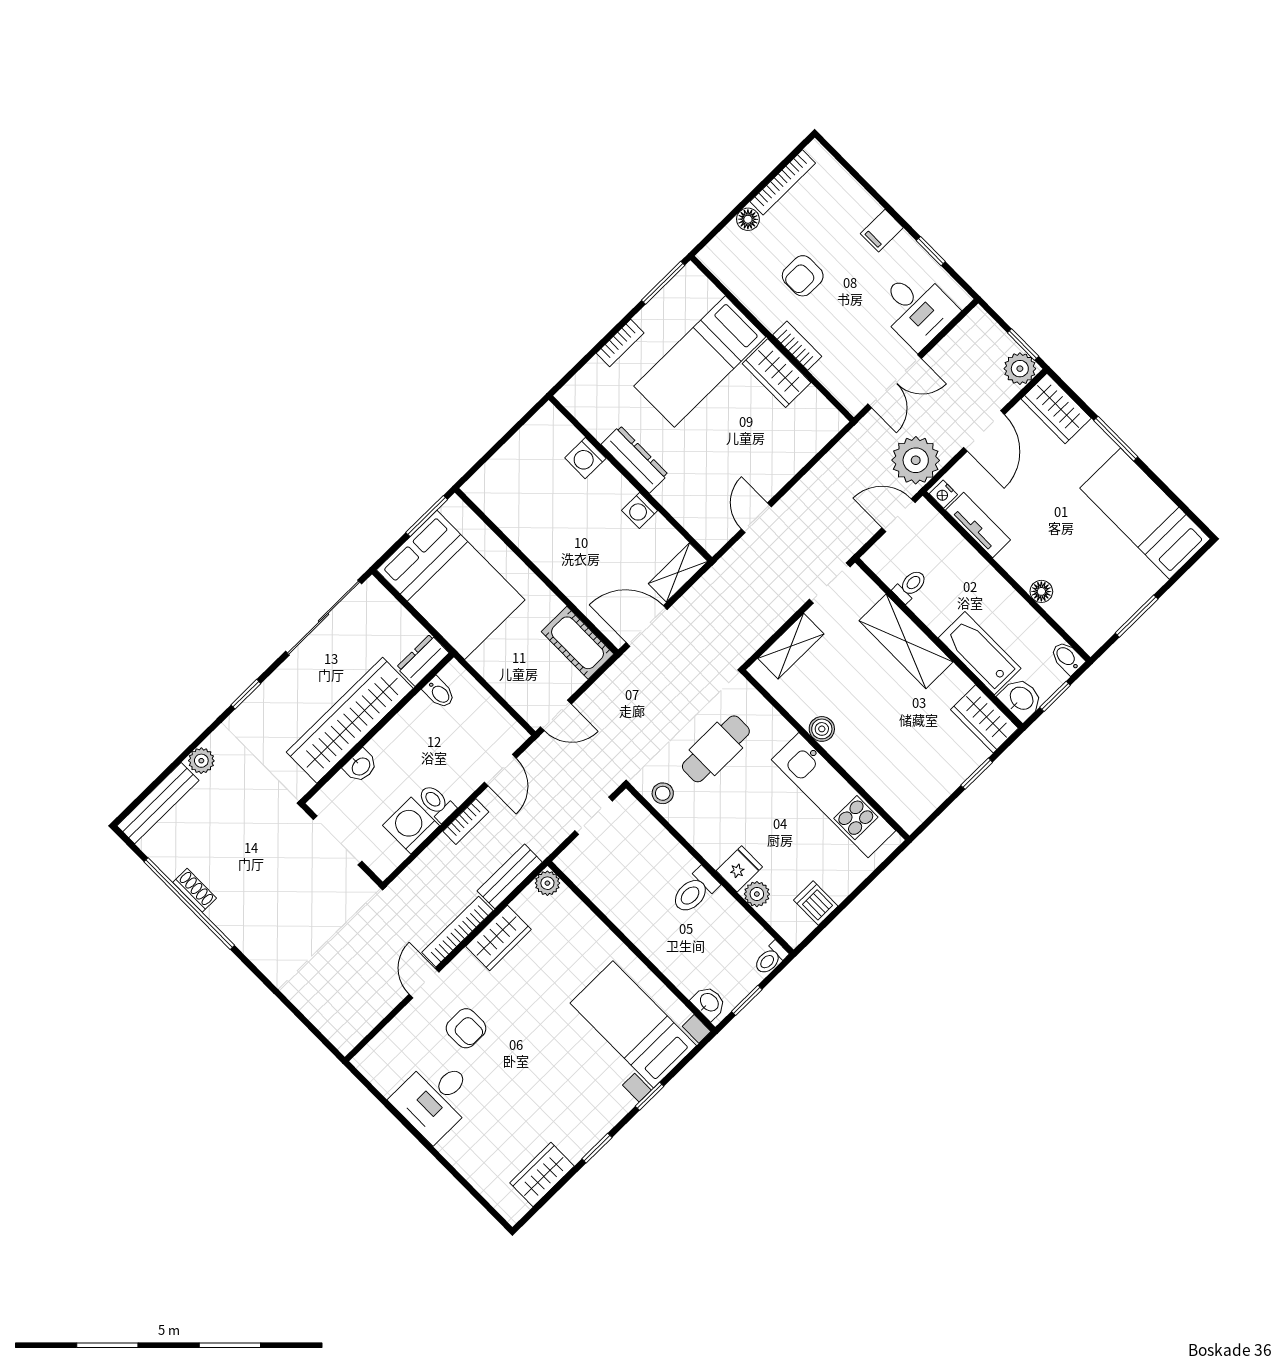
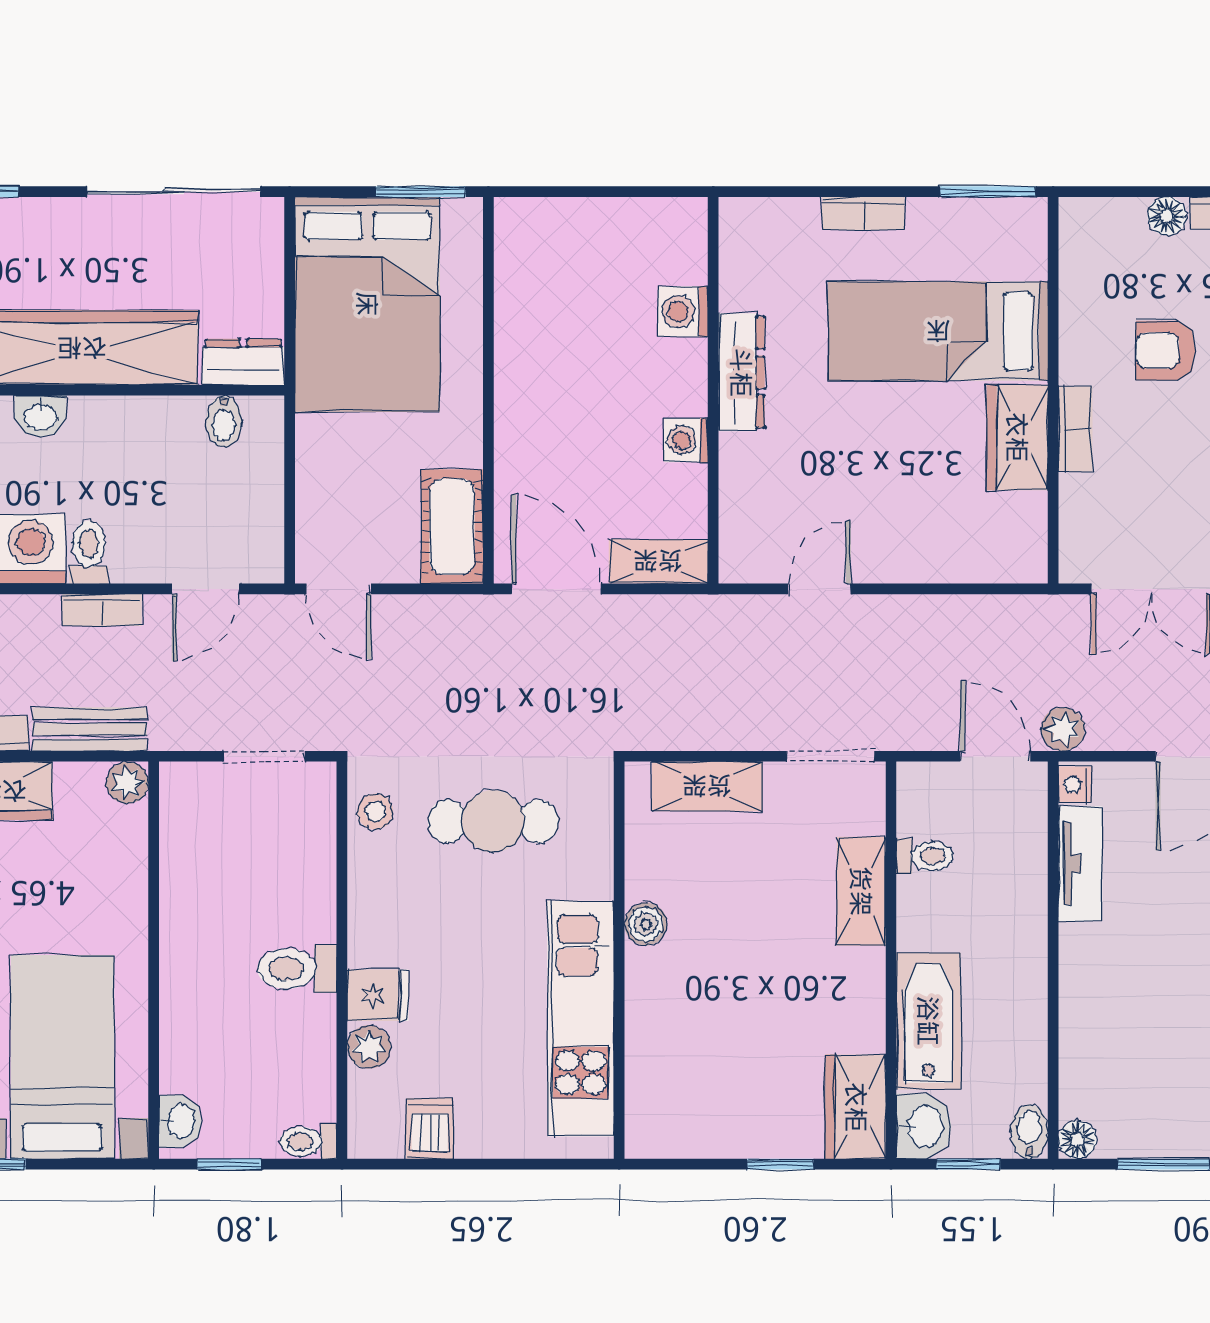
plant: (916, 460) -> (1063, 729), width x0.53, depth x0.53
floor lamp: (1041, 591) -> (1077, 1140), moved
shelving: (906, 641) -> (861, 891), width x0.67, depth x0.75

